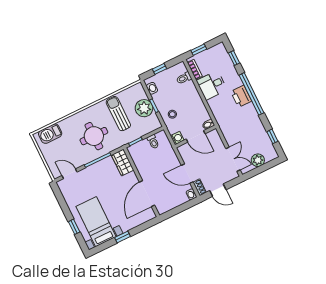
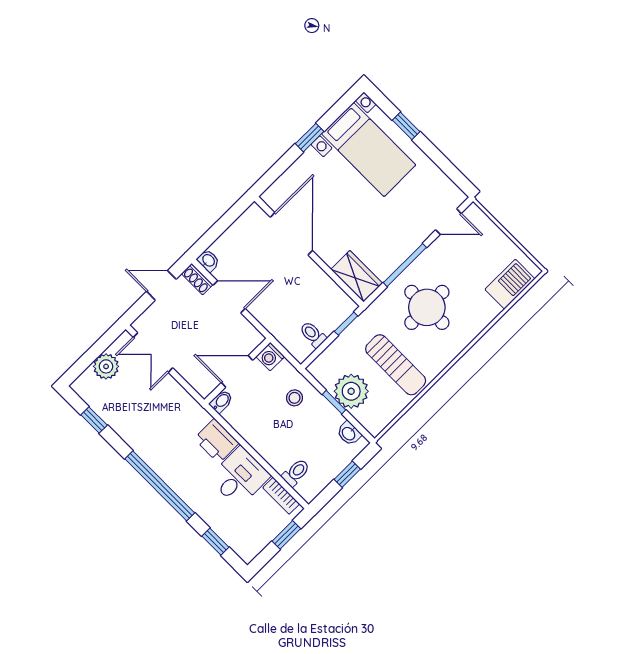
printer: (241, 96) -> (217, 441), moved, turned 180

